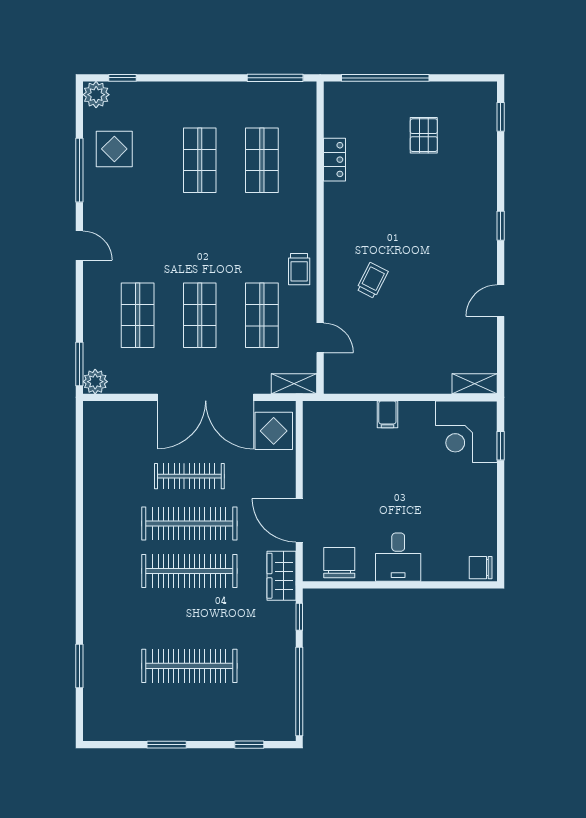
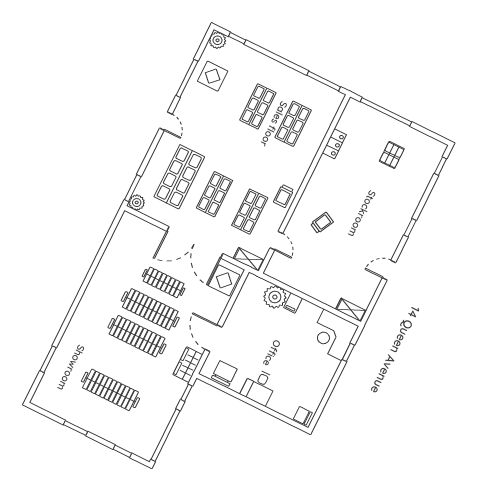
shop shelf: (138, 315) -> (179, 177), width x1.43, depth x1.36
plant: (358, 419) -> (275, 297), added

